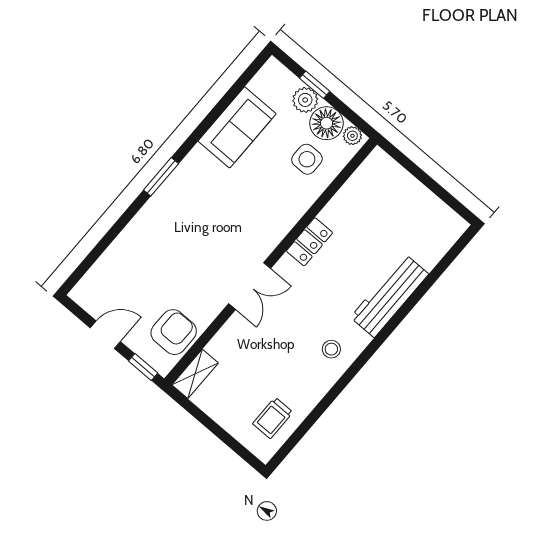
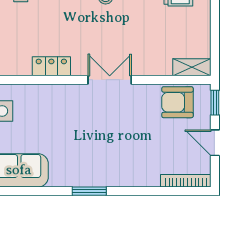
bookcase: (93, 277) -> (186, 181), added

